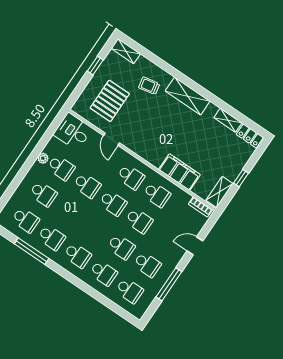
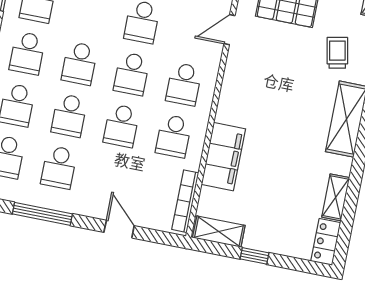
bookcase: (200, 207) -> (185, 201), width x1.56
school desk: (95, 229) -> (79, 63), added

